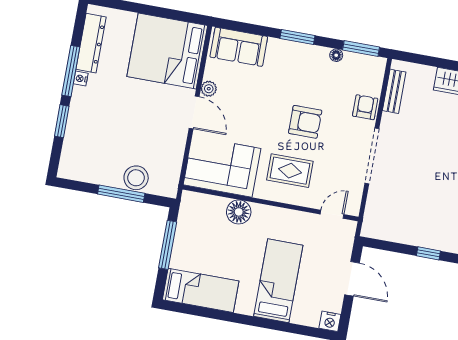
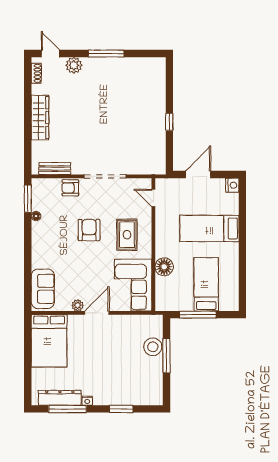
window: (297, 37) -> (28, 247), removed
bed: (167, 51) -> (49, 341), width x0.73
window: (71, 71) -> (68, 409), moved
bed: (201, 290) -> (206, 284), moved

